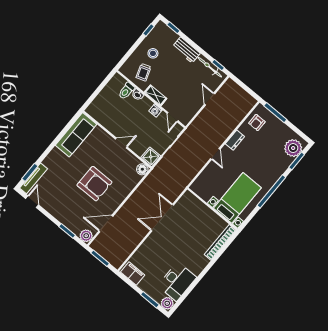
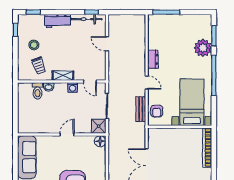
armchair: (257, 122) -> (157, 111), moved
plant: (293, 148) -> (203, 48), moved
bench: (194, 171) -> (141, 109), added

